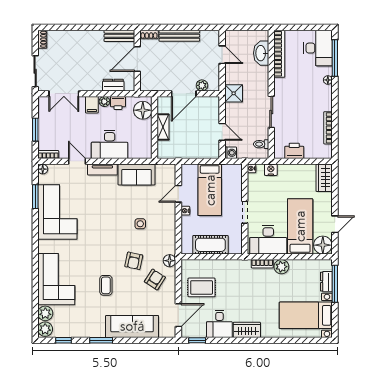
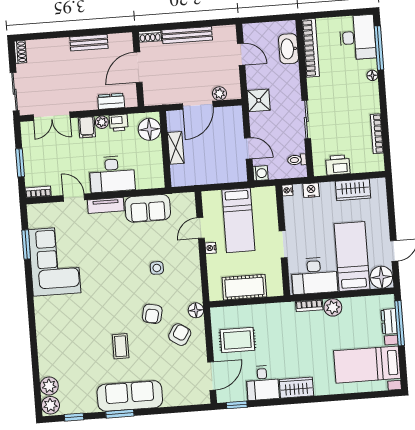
bench: (119, 36) -> (89, 43), moved
floor lamp: (43, 169) -> (33, 210), removed
wardrobe: (324, 178) -> (353, 190), moved, turned -90
corner sofa: (56, 279) -> (59, 343), removed
sofa: (132, 326) -> (130, 396), moved

